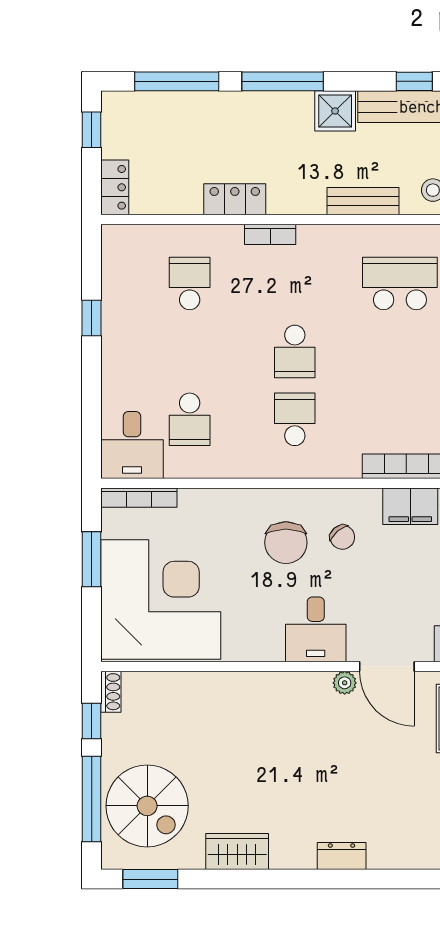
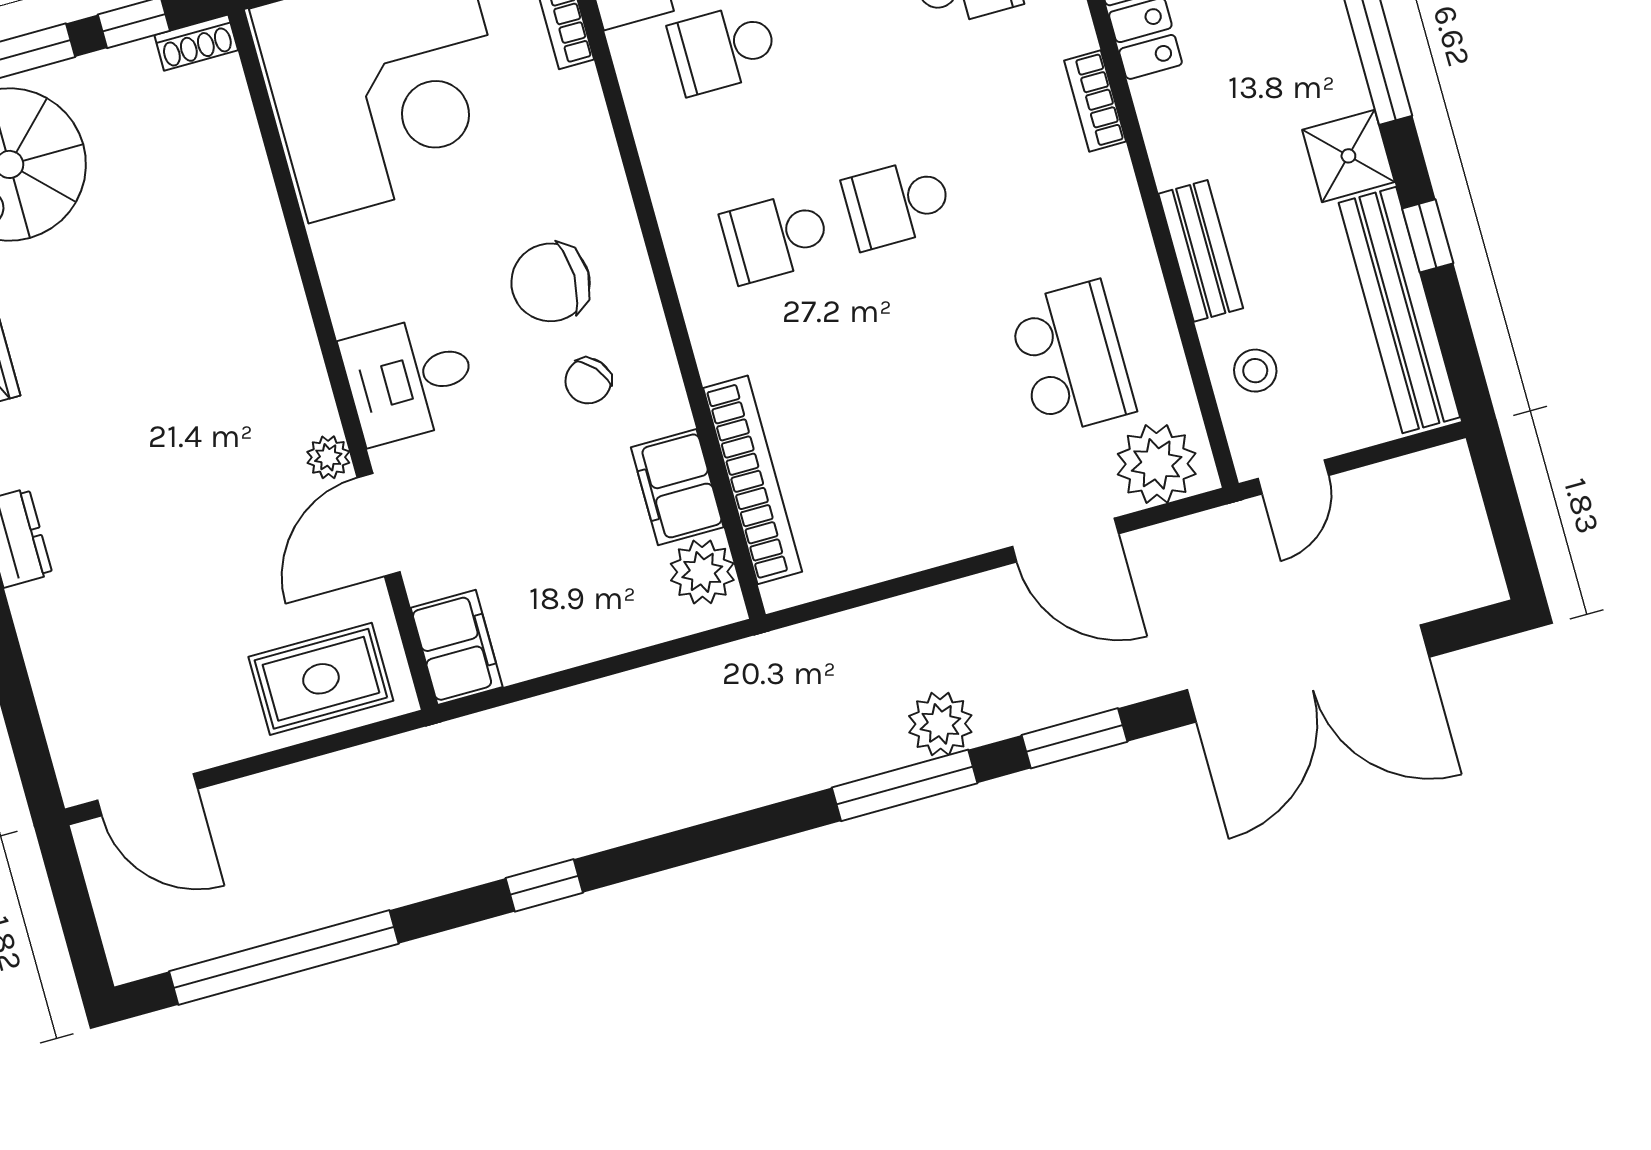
window: (414, 81) -> (1428, 236), moved
school desk: (295, 419) -> (776, 237), turned 180

